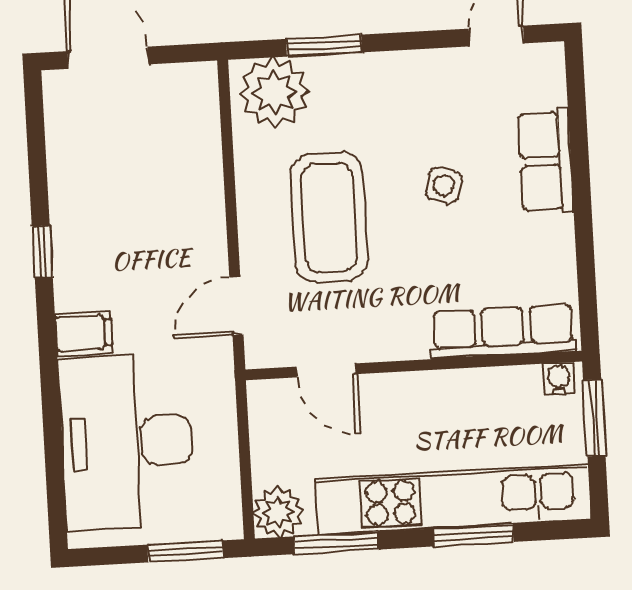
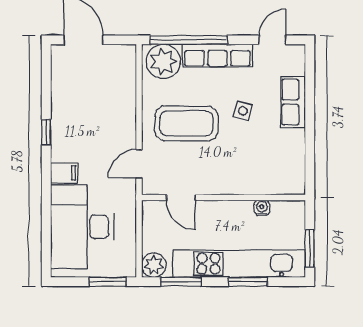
window: (324, 46) -> (189, 40), width x2.11
coffee table: (329, 218) -> (186, 123), turned 90
row of seats: (503, 332) -> (217, 56), moved, turned 180
water cooler: (559, 378) -> (262, 208), moved
window: (594, 418) -> (310, 248), moved

